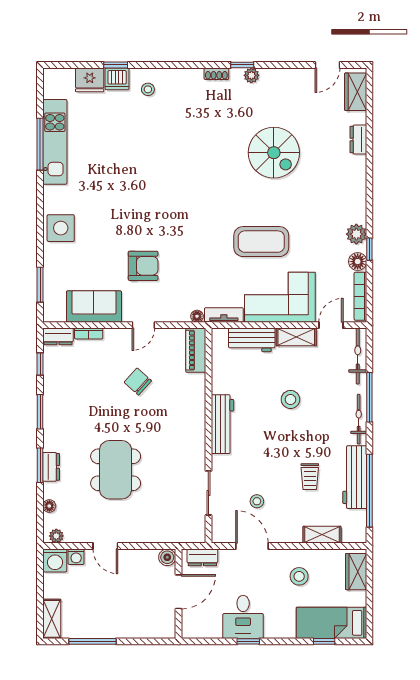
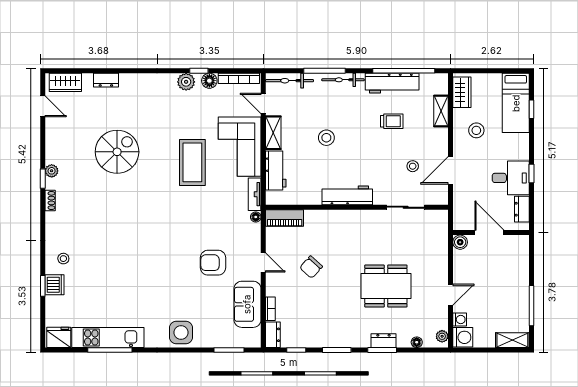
fridge: (90, 80) -> (59, 337), moved, turned -90
armchair: (143, 266) -> (213, 263), turned -90
dresser: (202, 557) -> (522, 209), moved, turned 180
wardrobe: (356, 572) -> (462, 92), moved, turned -90

